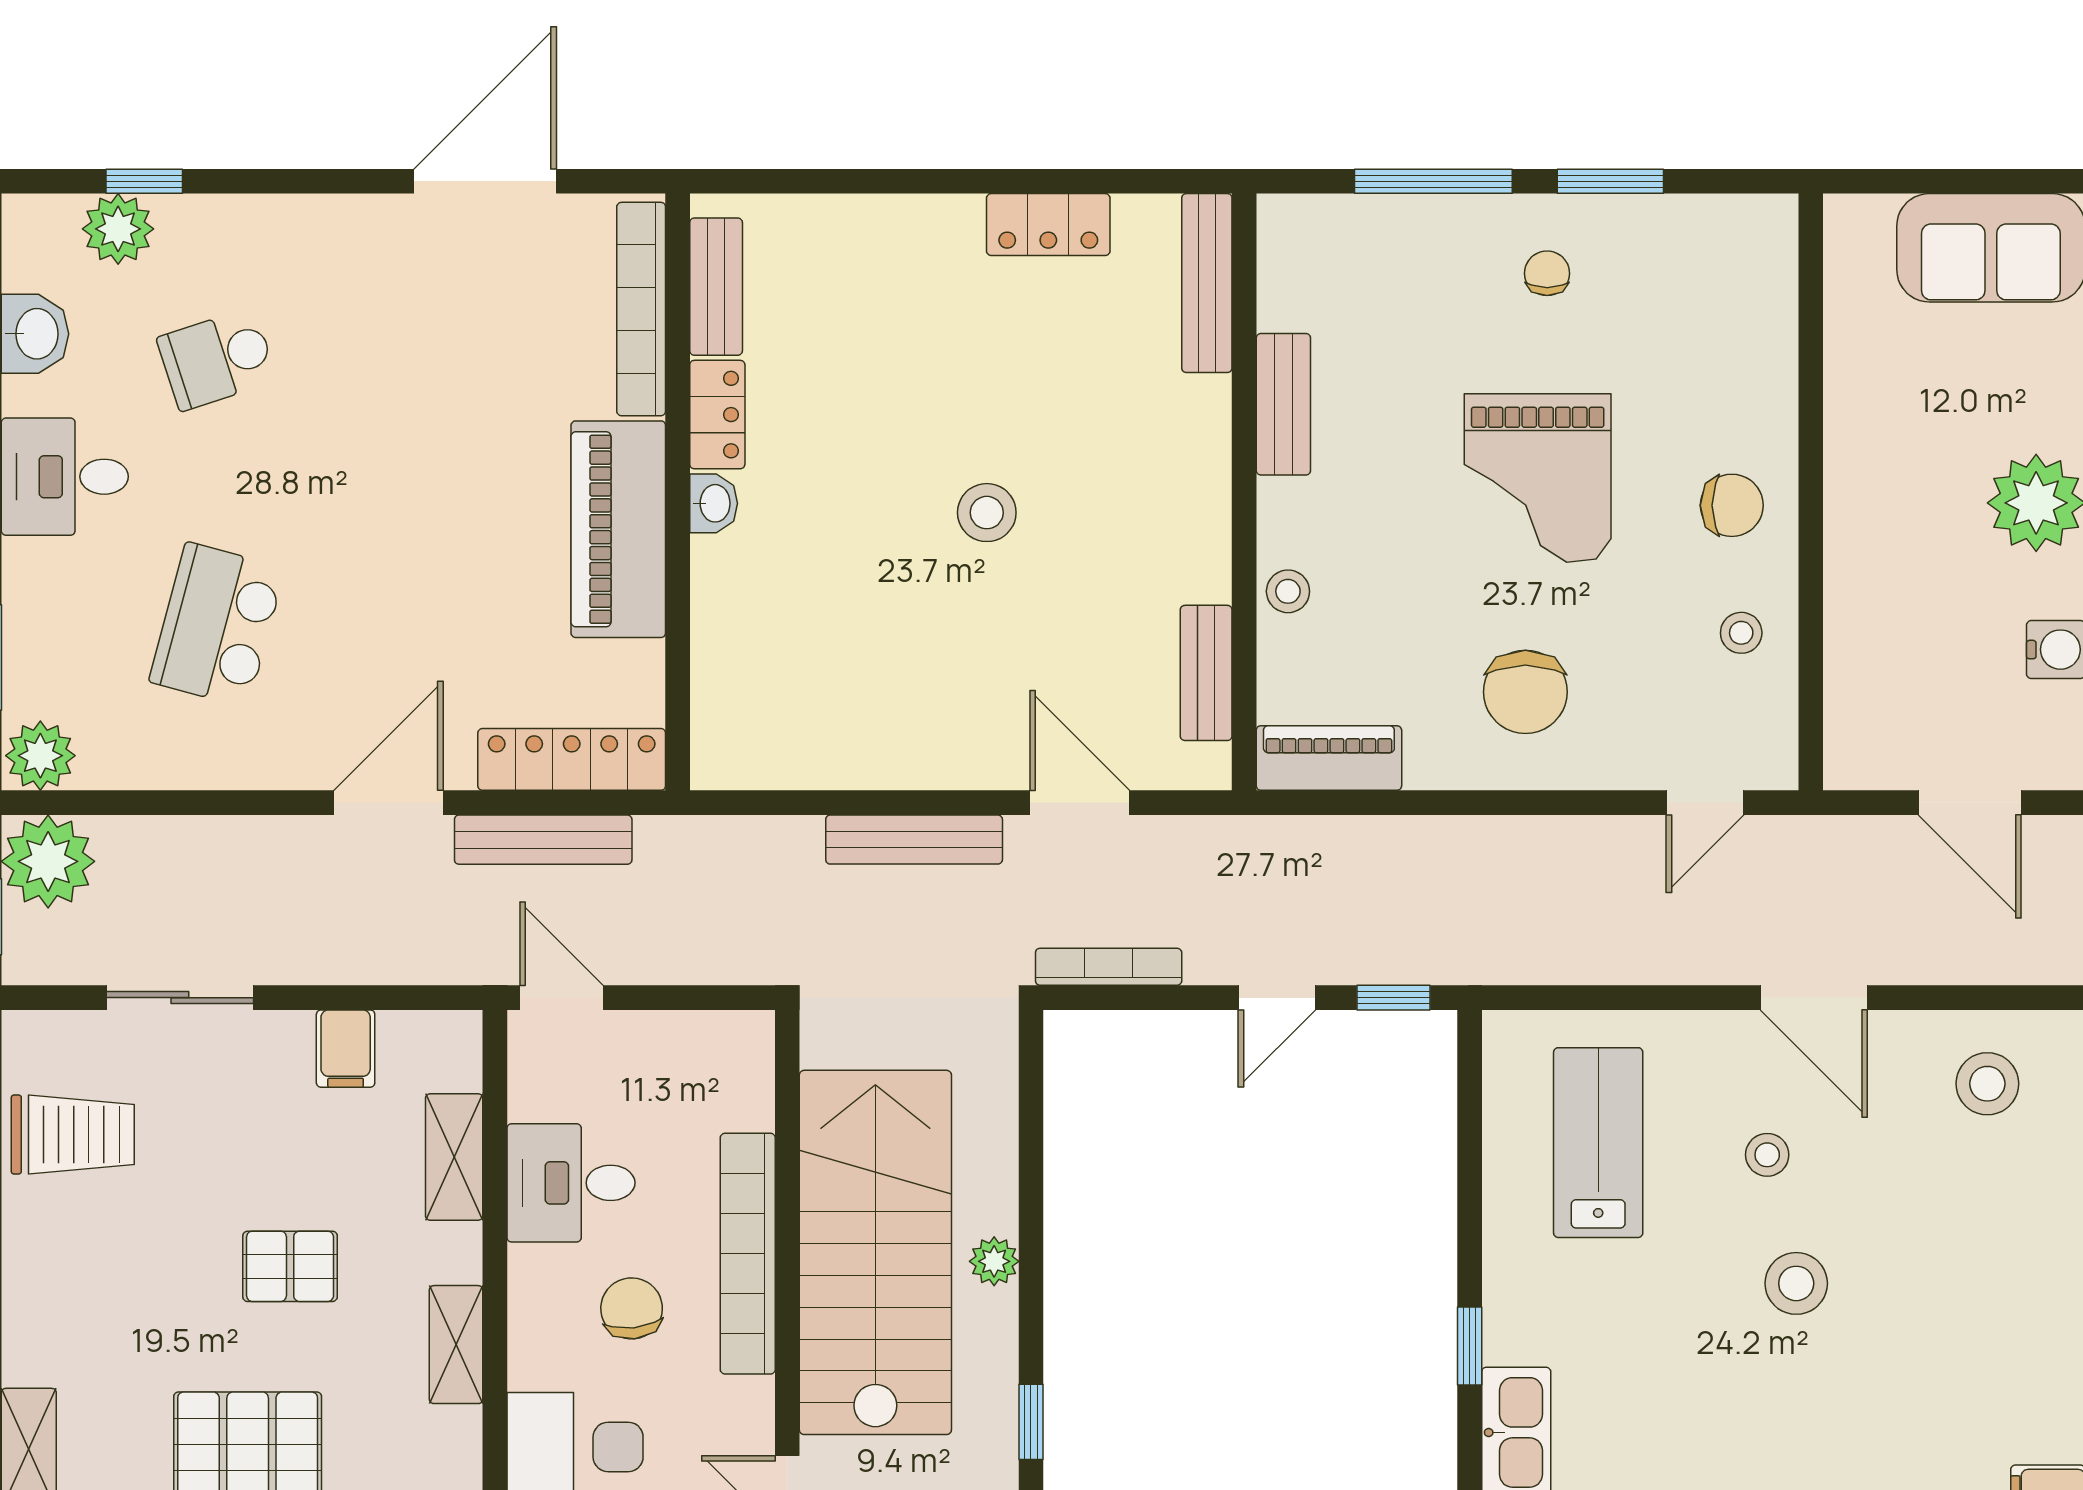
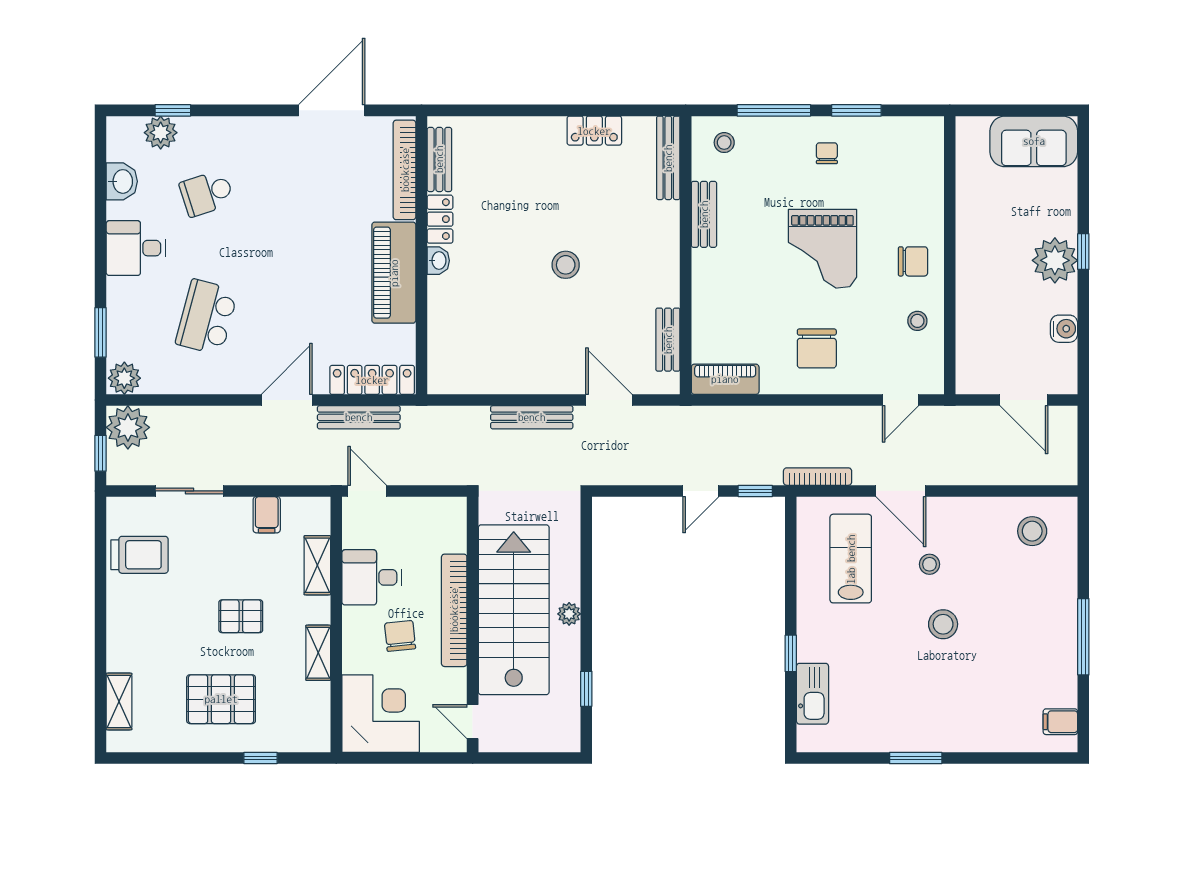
stool: (1288, 591) -> (724, 143), moved
bookcase: (1109, 967) -> (818, 477), moved
door: (1814, 998) -> (901, 491), moved

